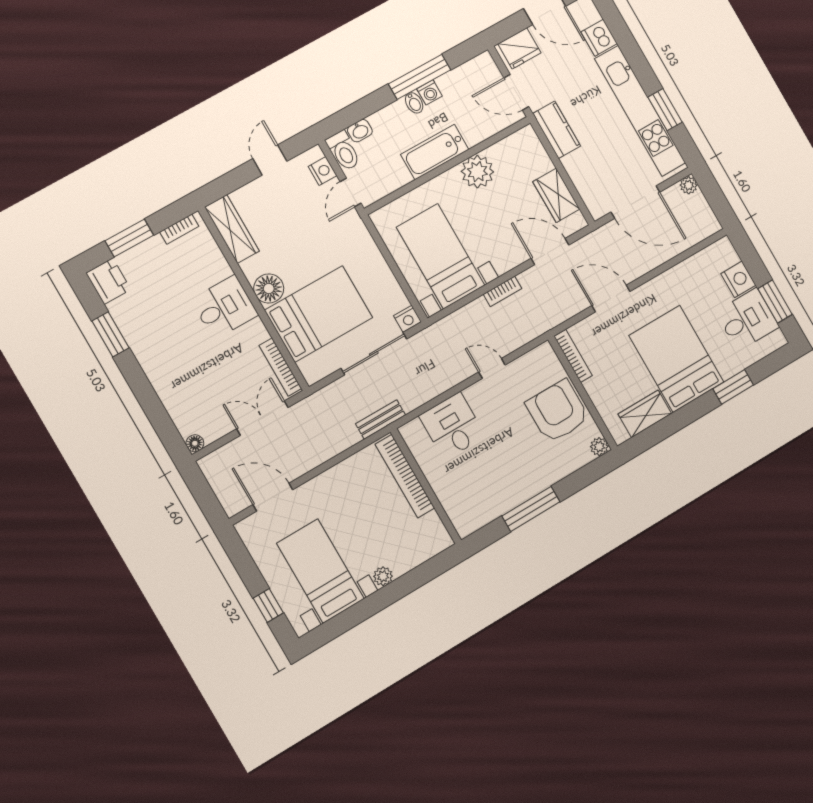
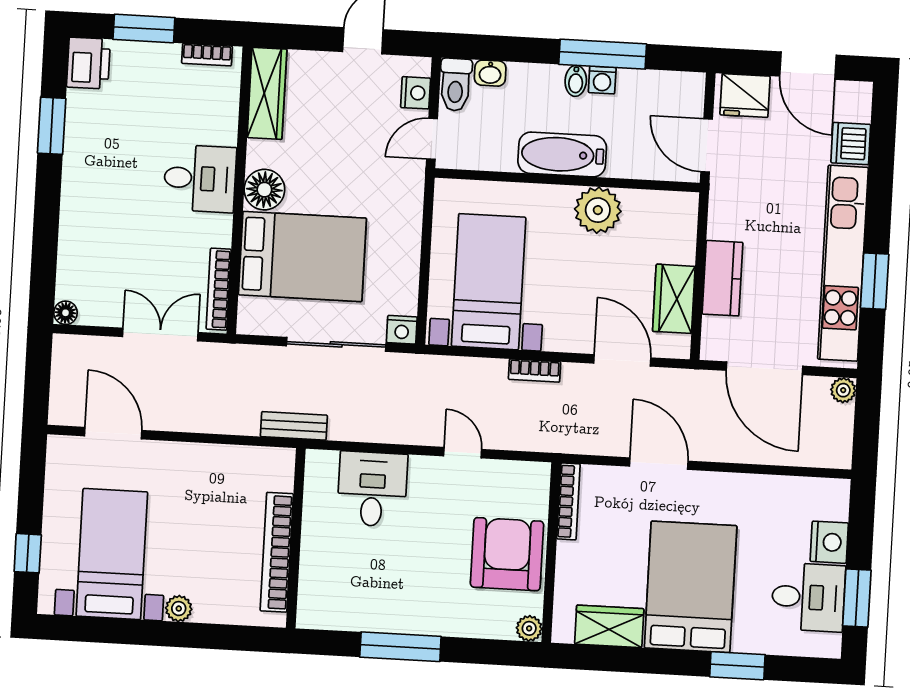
kitchen counter: (556, 130) -> (723, 278), moved
bookcase: (405, 476) -> (277, 552), moved

